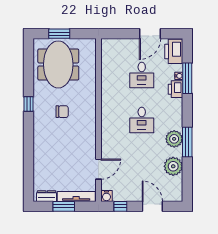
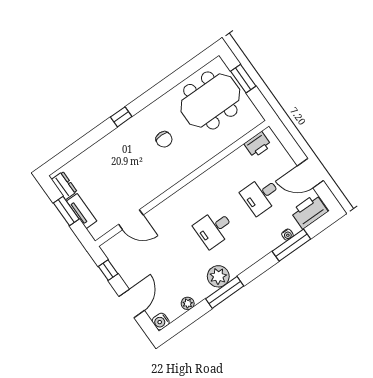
printer: (176, 89) -> (258, 145), moved, turned 180
window: (28, 104) -> (121, 117), moved
plant: (173, 166) -> (188, 303), width x0.53, depth x0.53
water cooler: (106, 196) -> (161, 321), moved
tv unit: (76, 197) -> (82, 211), width x0.71

